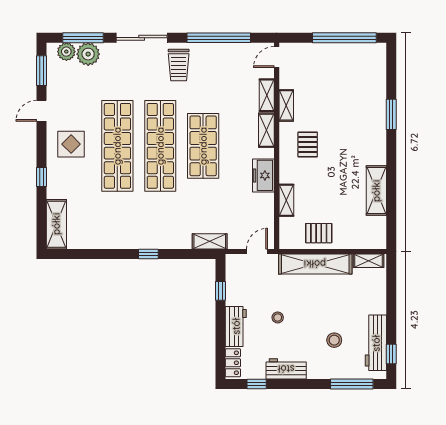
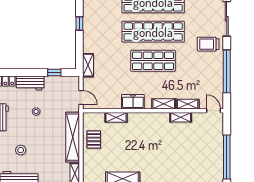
pallet: (308, 145) -> (154, 132), removed

